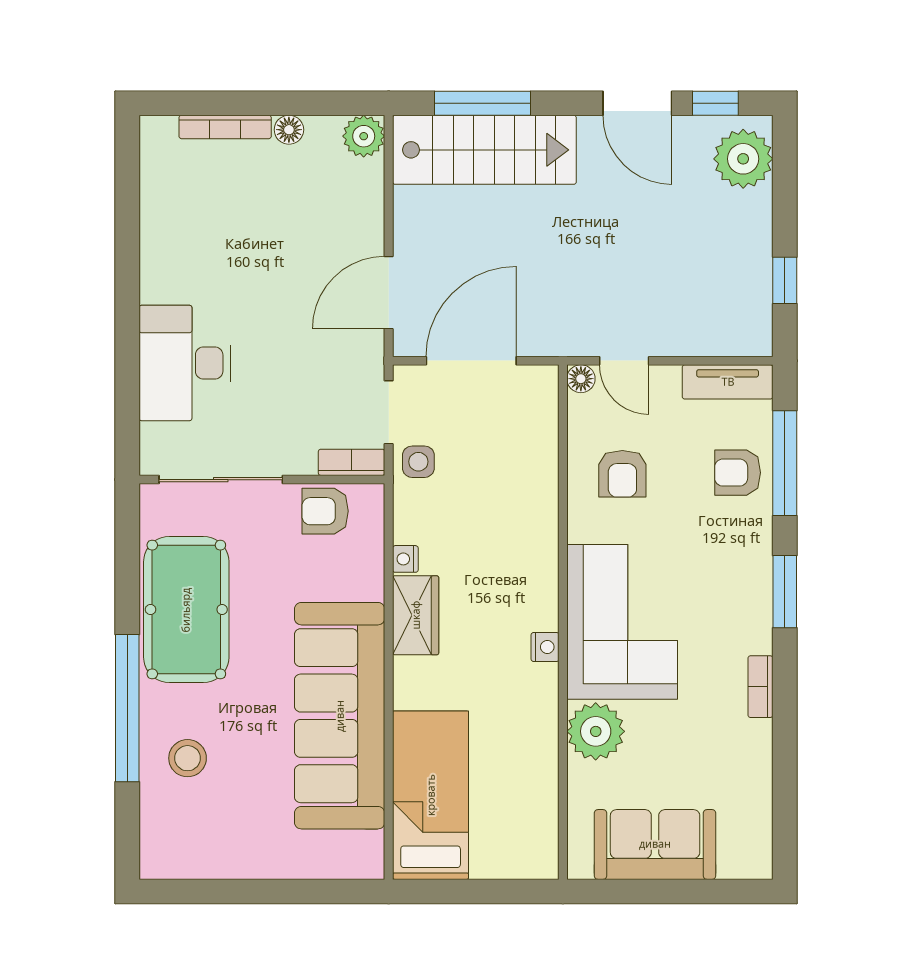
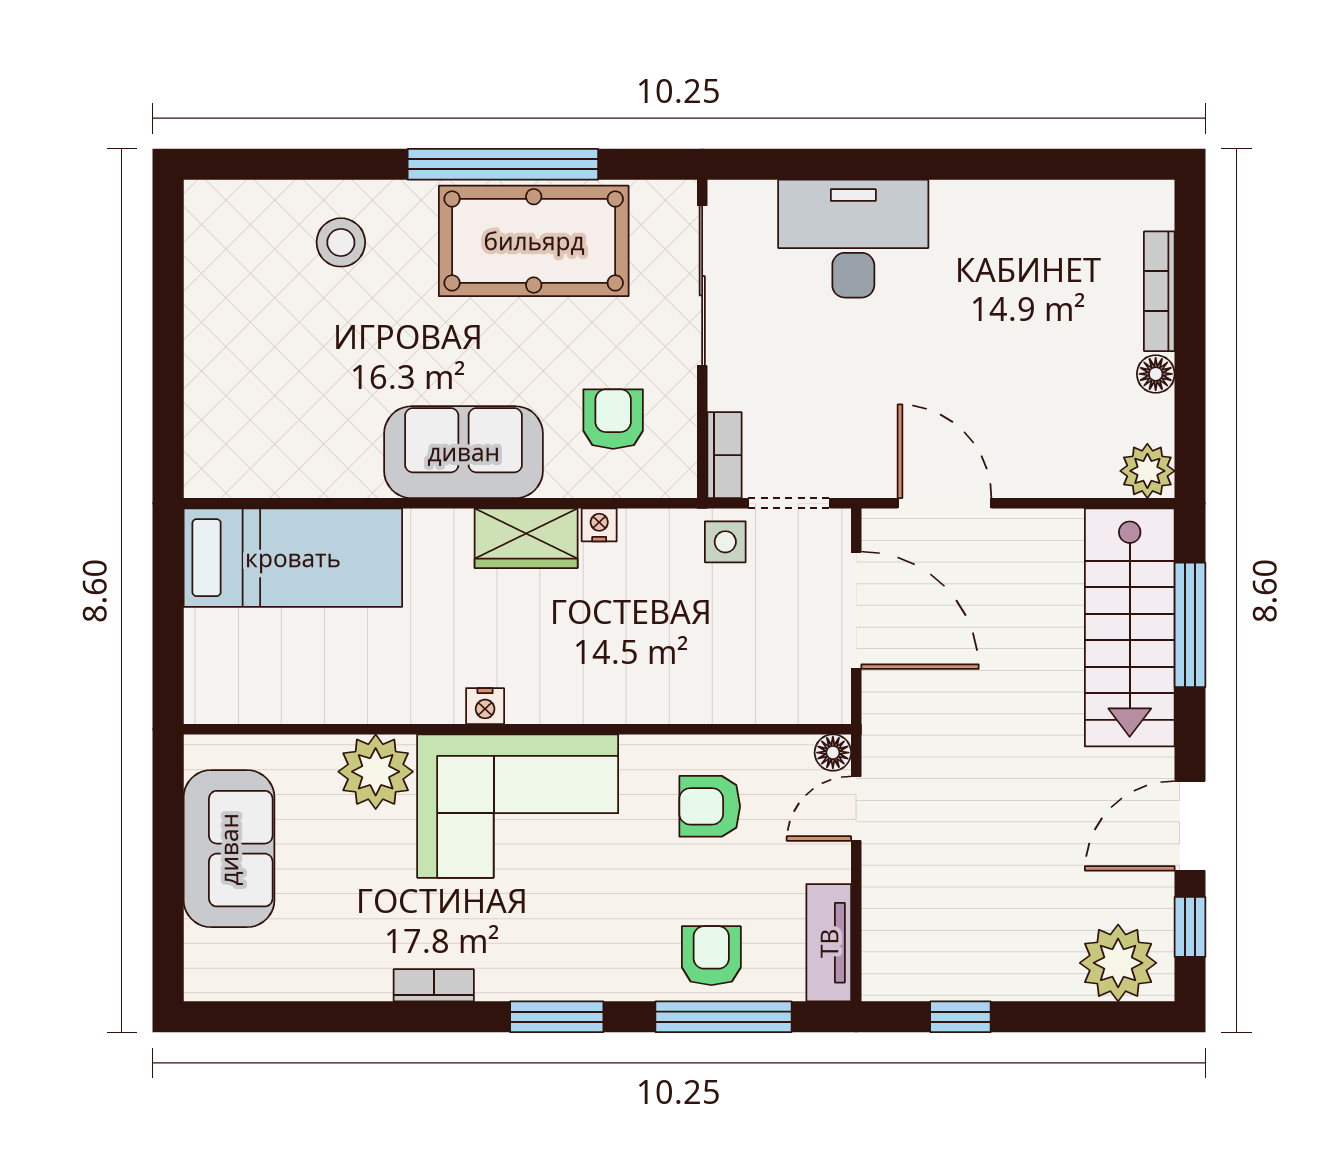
armchair: (325, 511) -> (613, 419), moved
window: (127, 708) -> (503, 164), moved
sofa: (340, 716) -> (464, 452), width x0.54, depth x0.79

